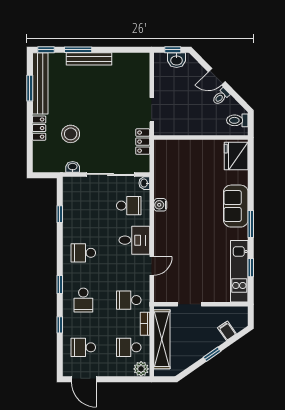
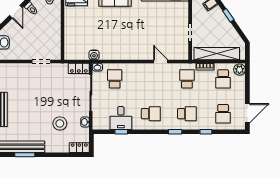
locker: (39, 128) -> (79, 148), moved
locker: (143, 142) -> (79, 68), moved
water cooler: (160, 205) -> (94, 55), moved
desk: (134, 240) -> (121, 118), moved, turned 180
school desk: (83, 253) -> (151, 114), turned -90
school desk: (129, 300) -> (187, 79), turned 180

